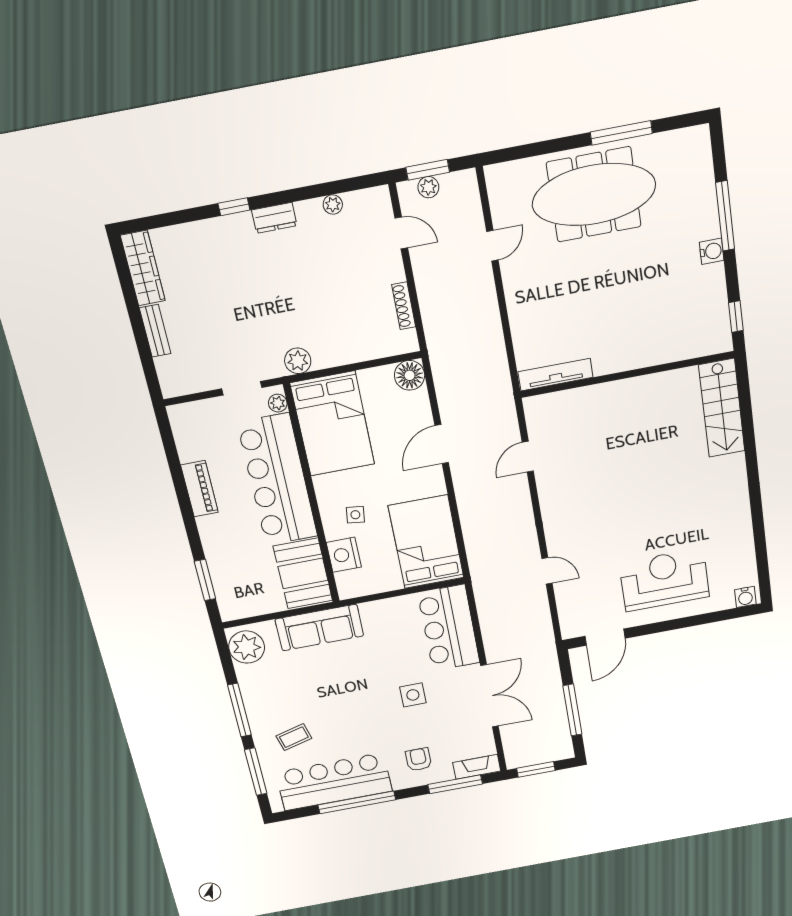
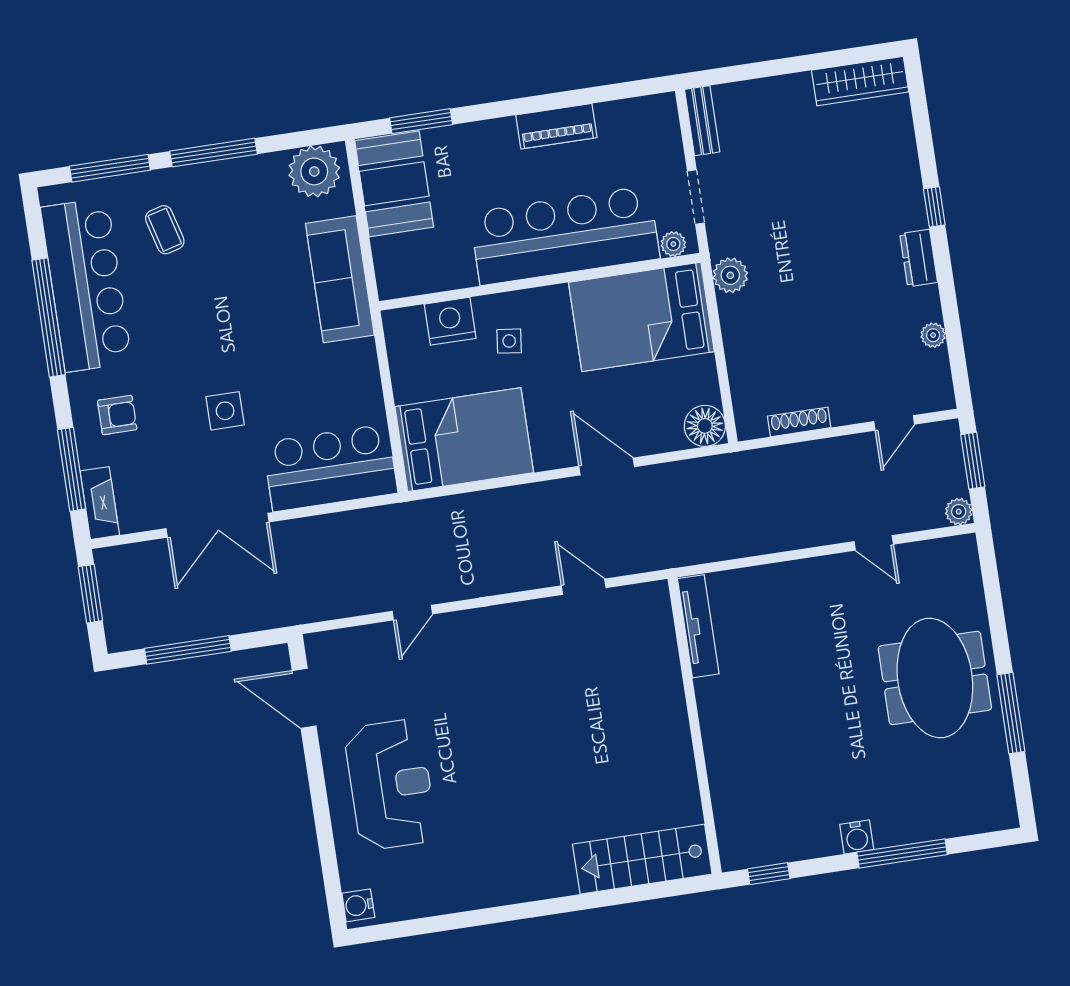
plant: (428, 187) -> (959, 512), moved
meeting table: (594, 195) -> (935, 678), width x0.73
bench: (155, 331) -> (702, 121), moved, turned 90
booth: (303, 573) -> (394, 184), moved, turned 90

